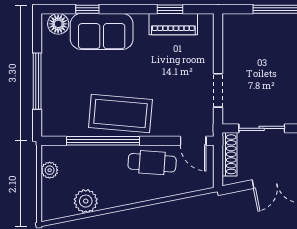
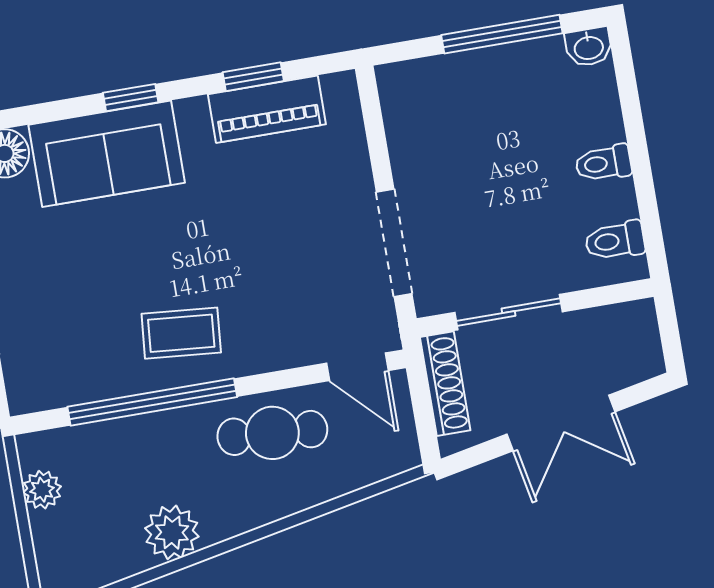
window: (87, 9) -> (131, 98), moved
doorway: (218, 90) -> (394, 243), width x1.38
coffee table: (120, 113) -> (181, 333), width x0.54, depth x0.58
plant: (86, 201) -> (172, 532), moved

